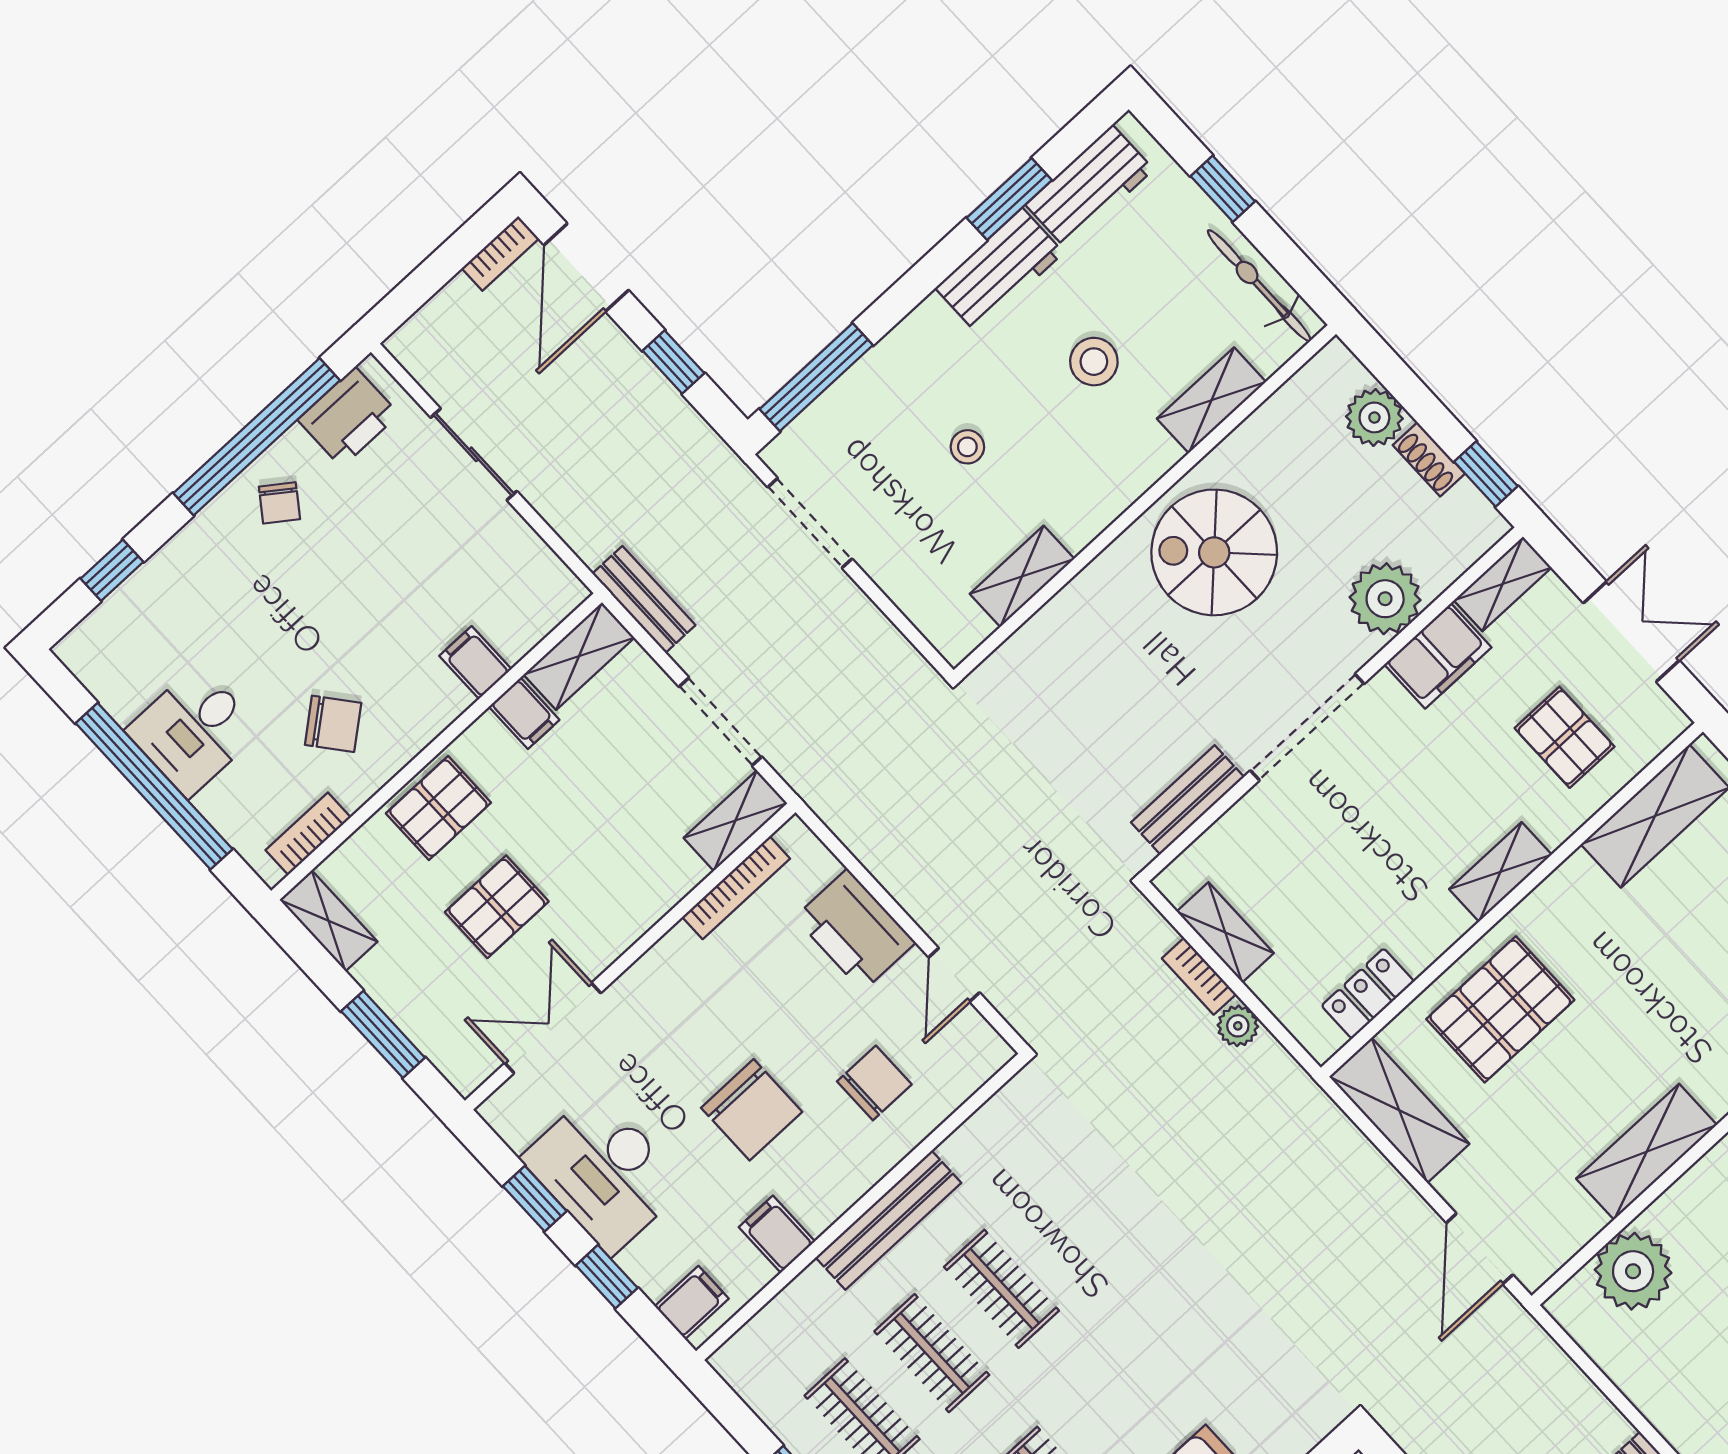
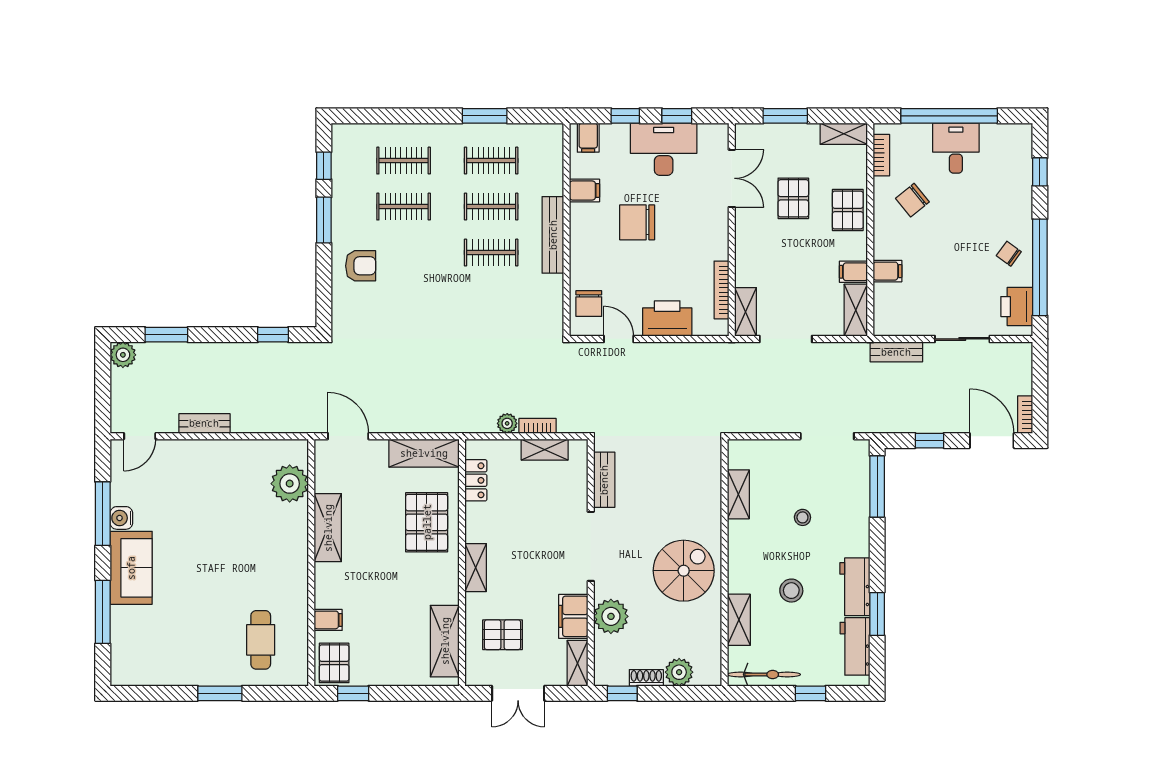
bench: (644, 599) -> (896, 352), moved
chair: (874, 1083) -> (589, 304), moved

